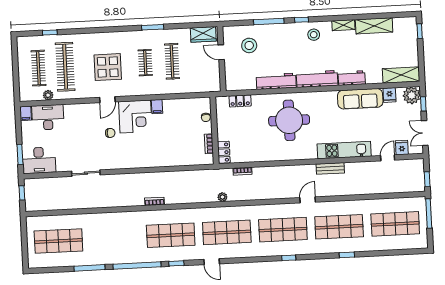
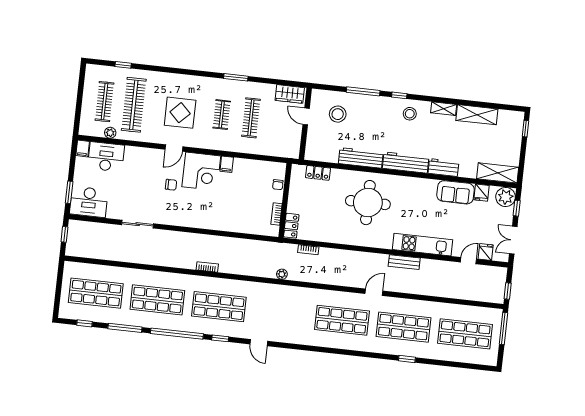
sofa: (360, 99) -> (456, 192), width x0.73
shop shelf: (227, 232) -> (157, 300), moved
window: (289, 258) -> (85, 323), moved

